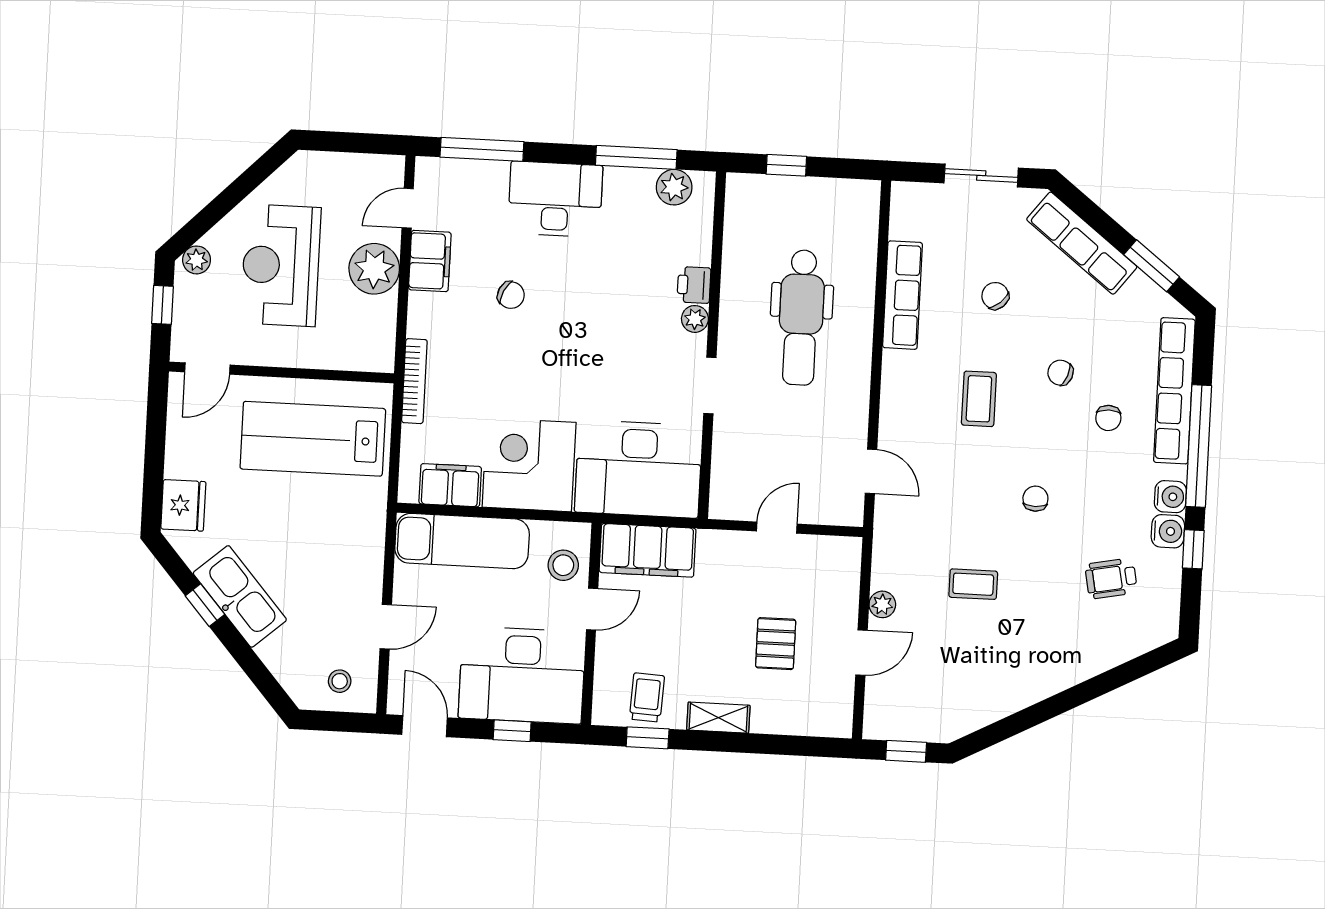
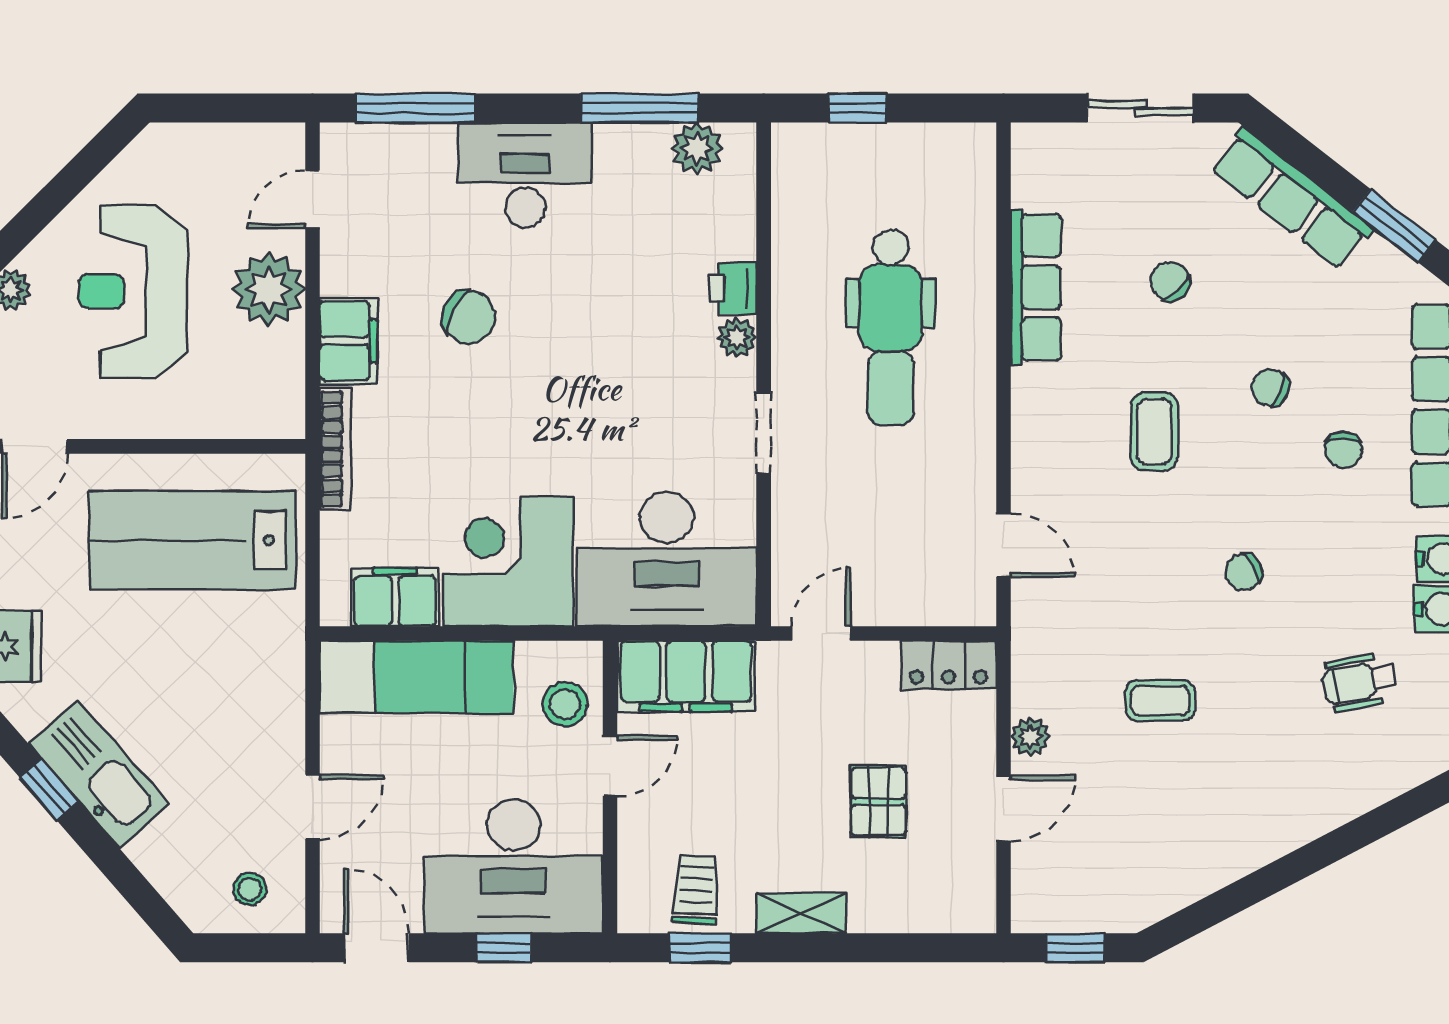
filing cabinet: (430, 261) -> (349, 341), moved
chair: (511, 295) -> (469, 317), width x1.37, depth x1.37
chair: (1035, 499) -> (1244, 572), turned -120
door: (777, 528) -> (821, 634), moved
locker: (829, 552) -> (948, 665), added

